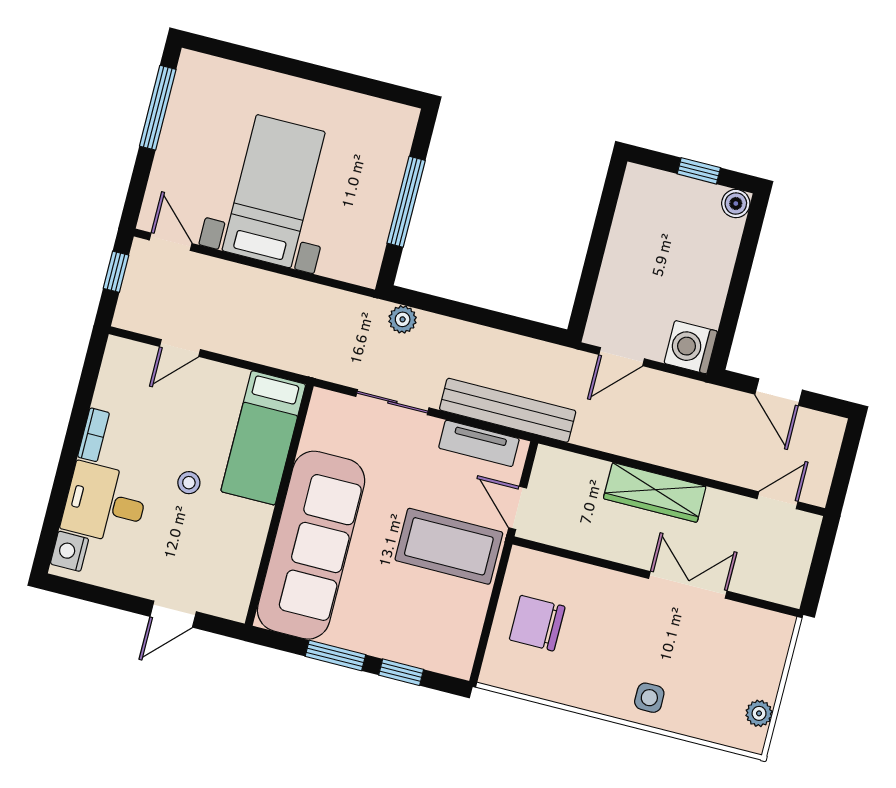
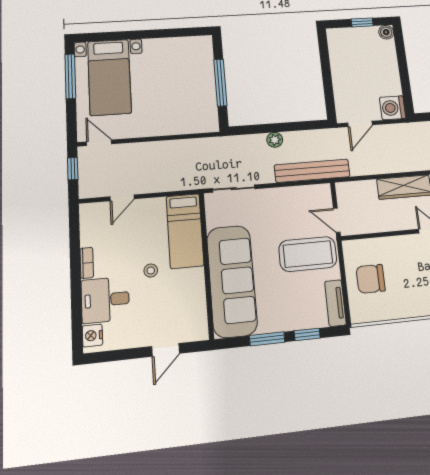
bed with nightstands: (274, 191) -> (109, 77), moved, turned 180
plant: (403, 319) -> (275, 140), moved
sliding door: (392, 402) -> (234, 189), moved
tv unit: (479, 443) -> (335, 303), moved, turned 90

